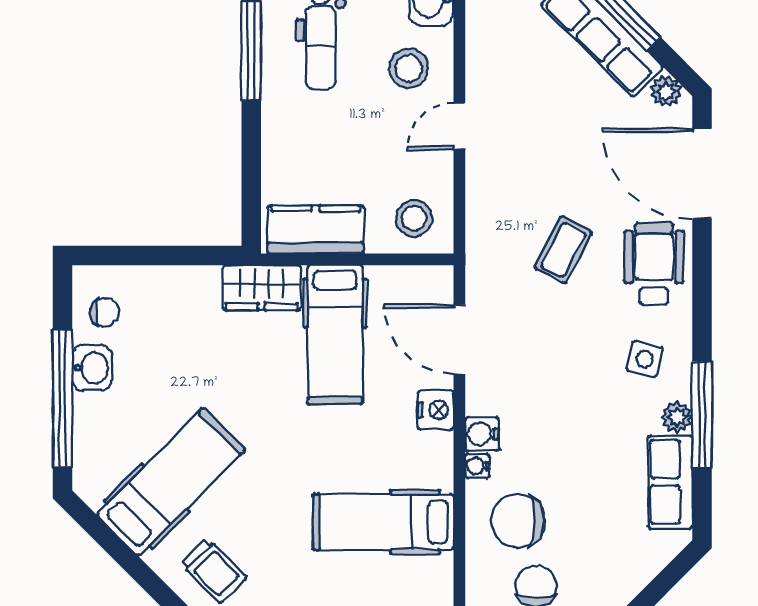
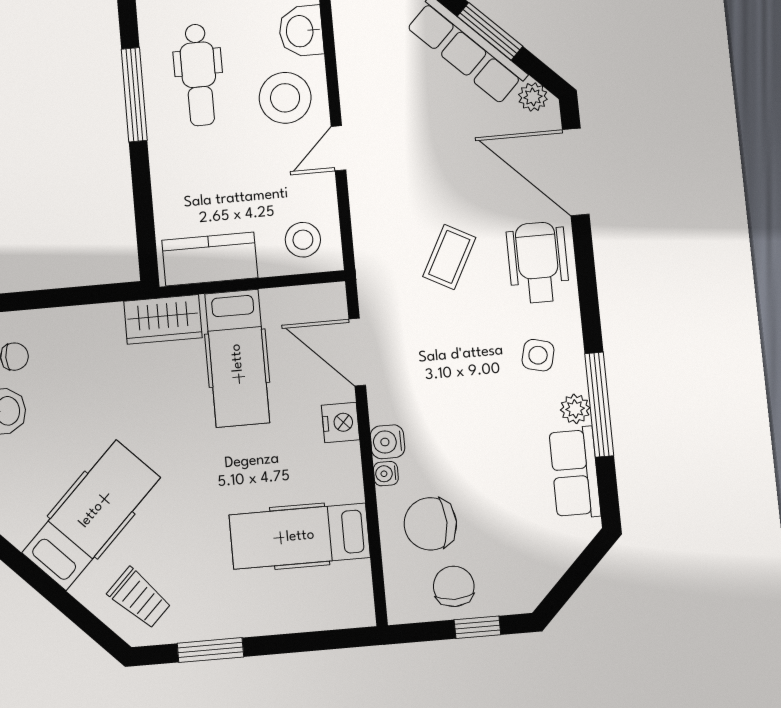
stool: (409, 68) -> (285, 98), width x1.38, depth x1.38

